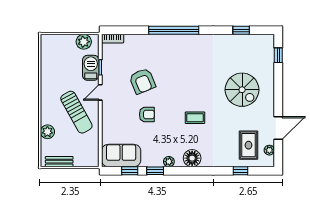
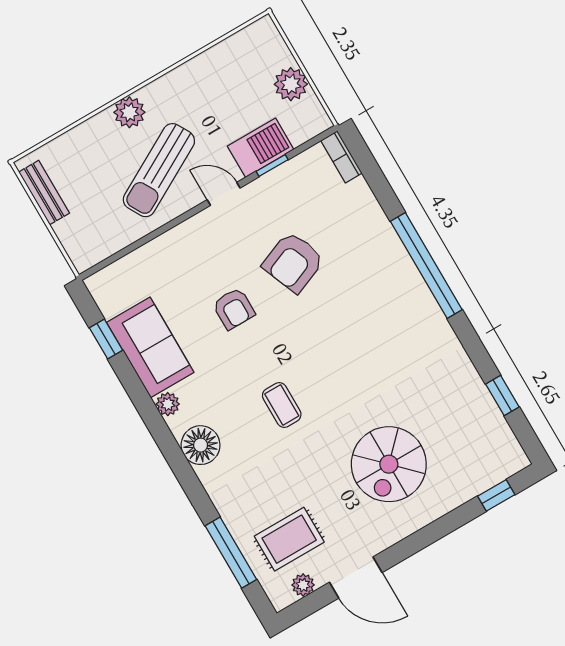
plant: (84, 42) -> (291, 84), moved
plant: (47, 132) -> (129, 112), moved
sofa: (121, 156) -> (150, 347), moved
window: (155, 171) -> (135, 388), removed
window: (241, 171) -> (231, 553), width x2.17

